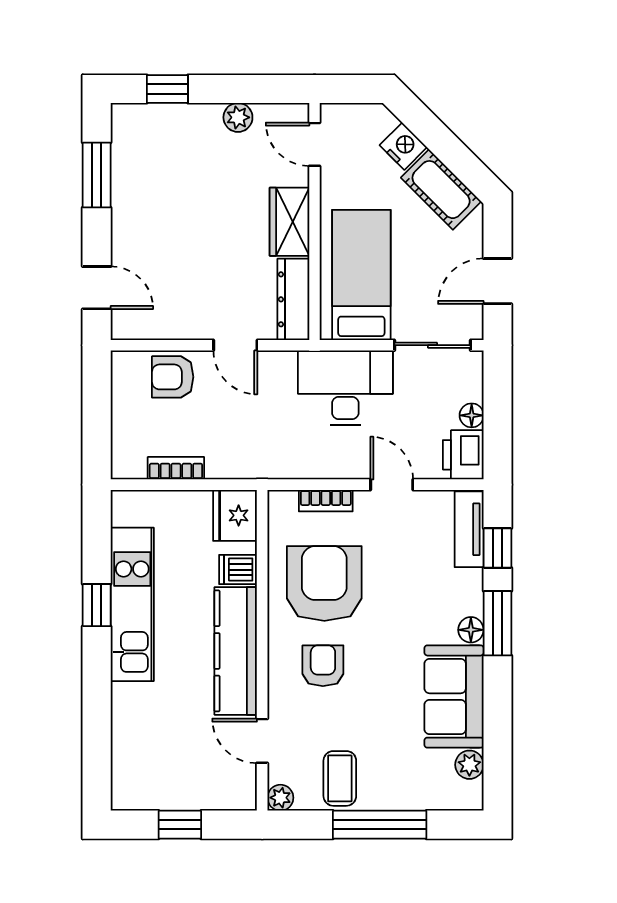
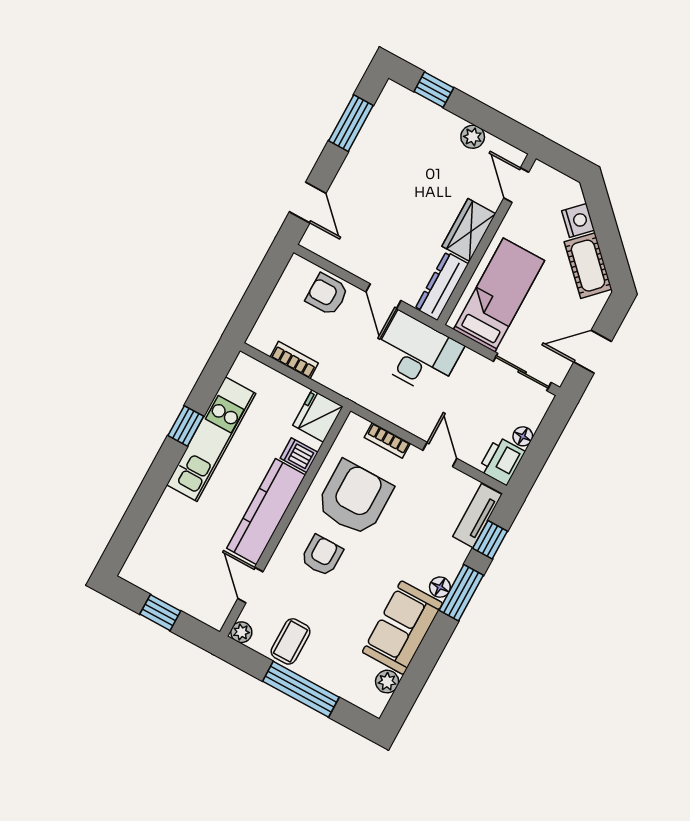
desk: (345, 388) -> (417, 354), moved

